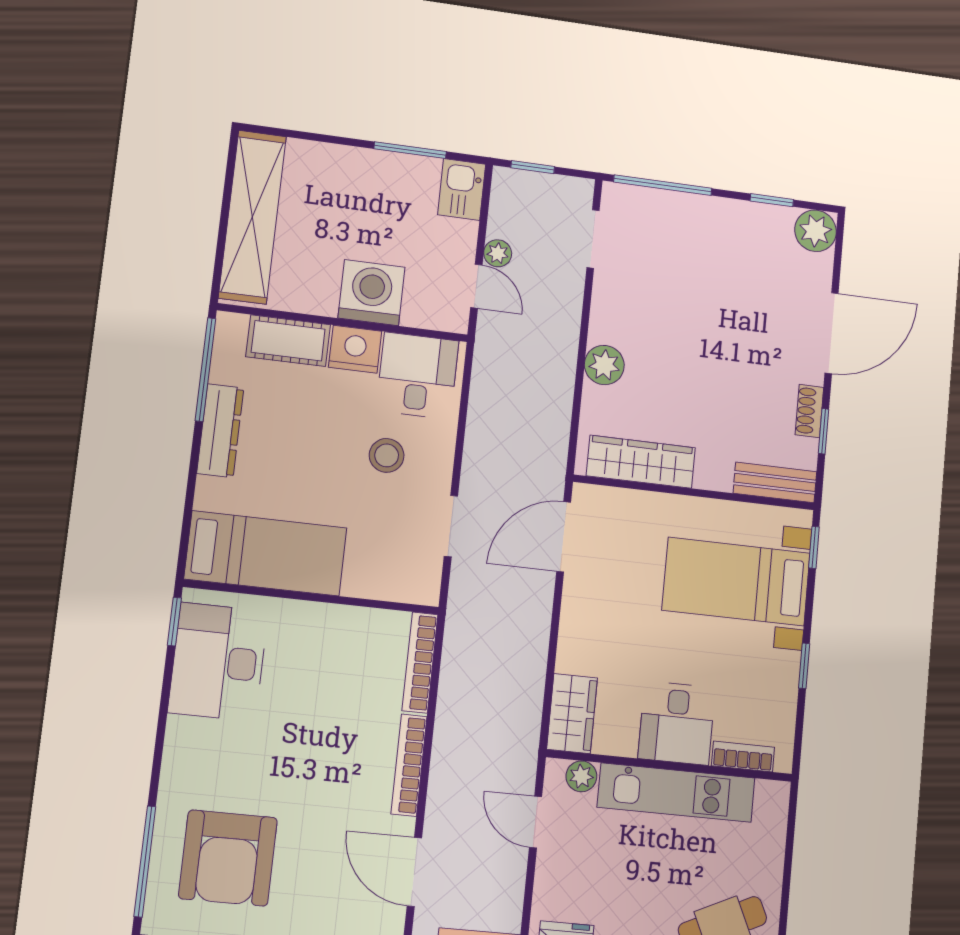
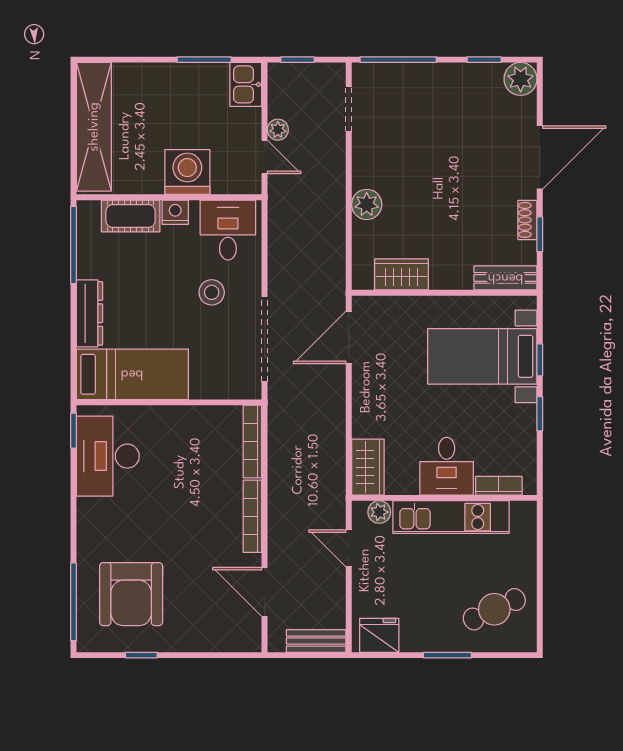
nightstand: (355, 349) -> (175, 212), width x0.74, depth x0.75
dresser: (220, 431) -> (89, 313), moved
wardrobe: (641, 462) -> (401, 274), width x0.67
doorway: (451, 526) -> (265, 339), width x1.87
window: (814, 547) -> (540, 360), moved

